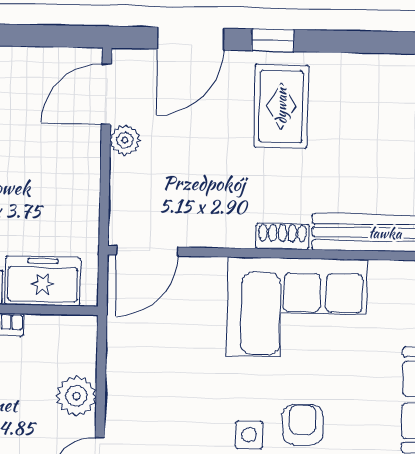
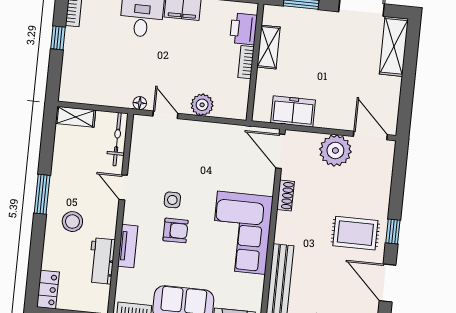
door: (191, 39) -> (388, 283), moved
plant: (125, 140) -> (335, 150), width x1.88, depth x1.88
shoe rack: (282, 236) -> (286, 195), moved
freezer: (43, 281) -> (293, 111), moved, turned -90

